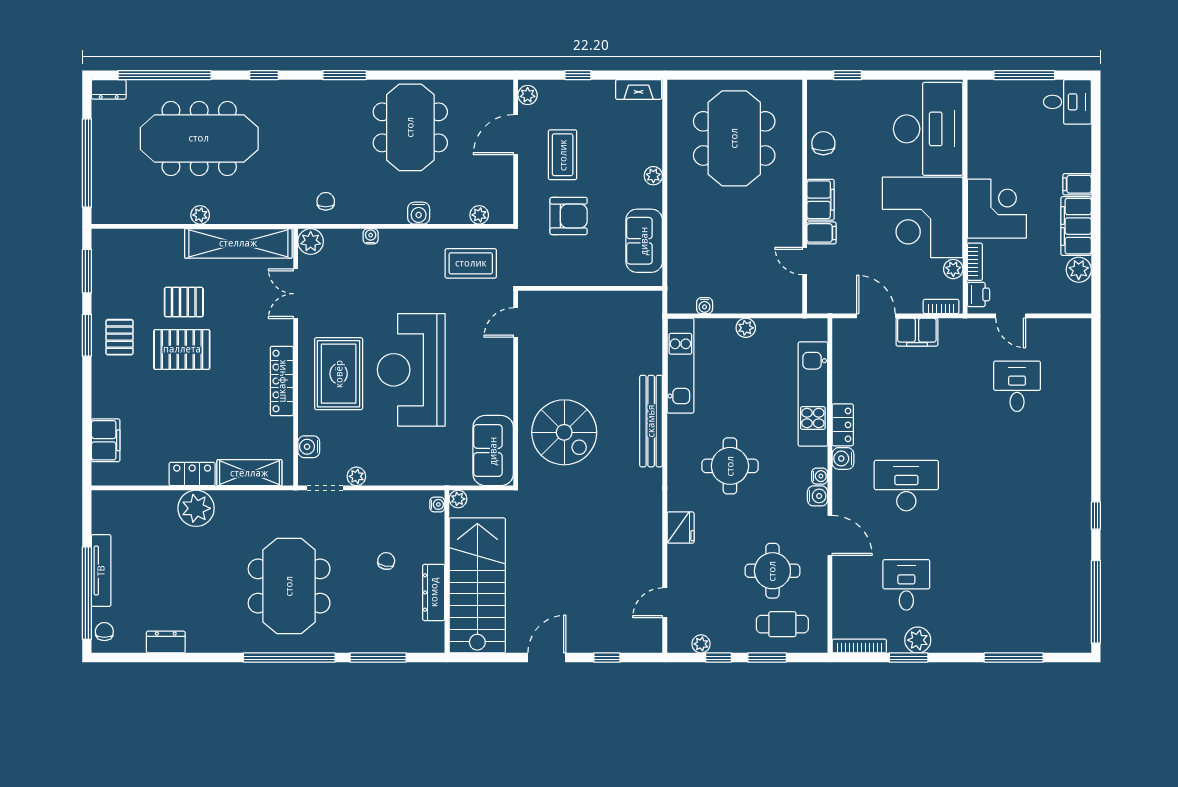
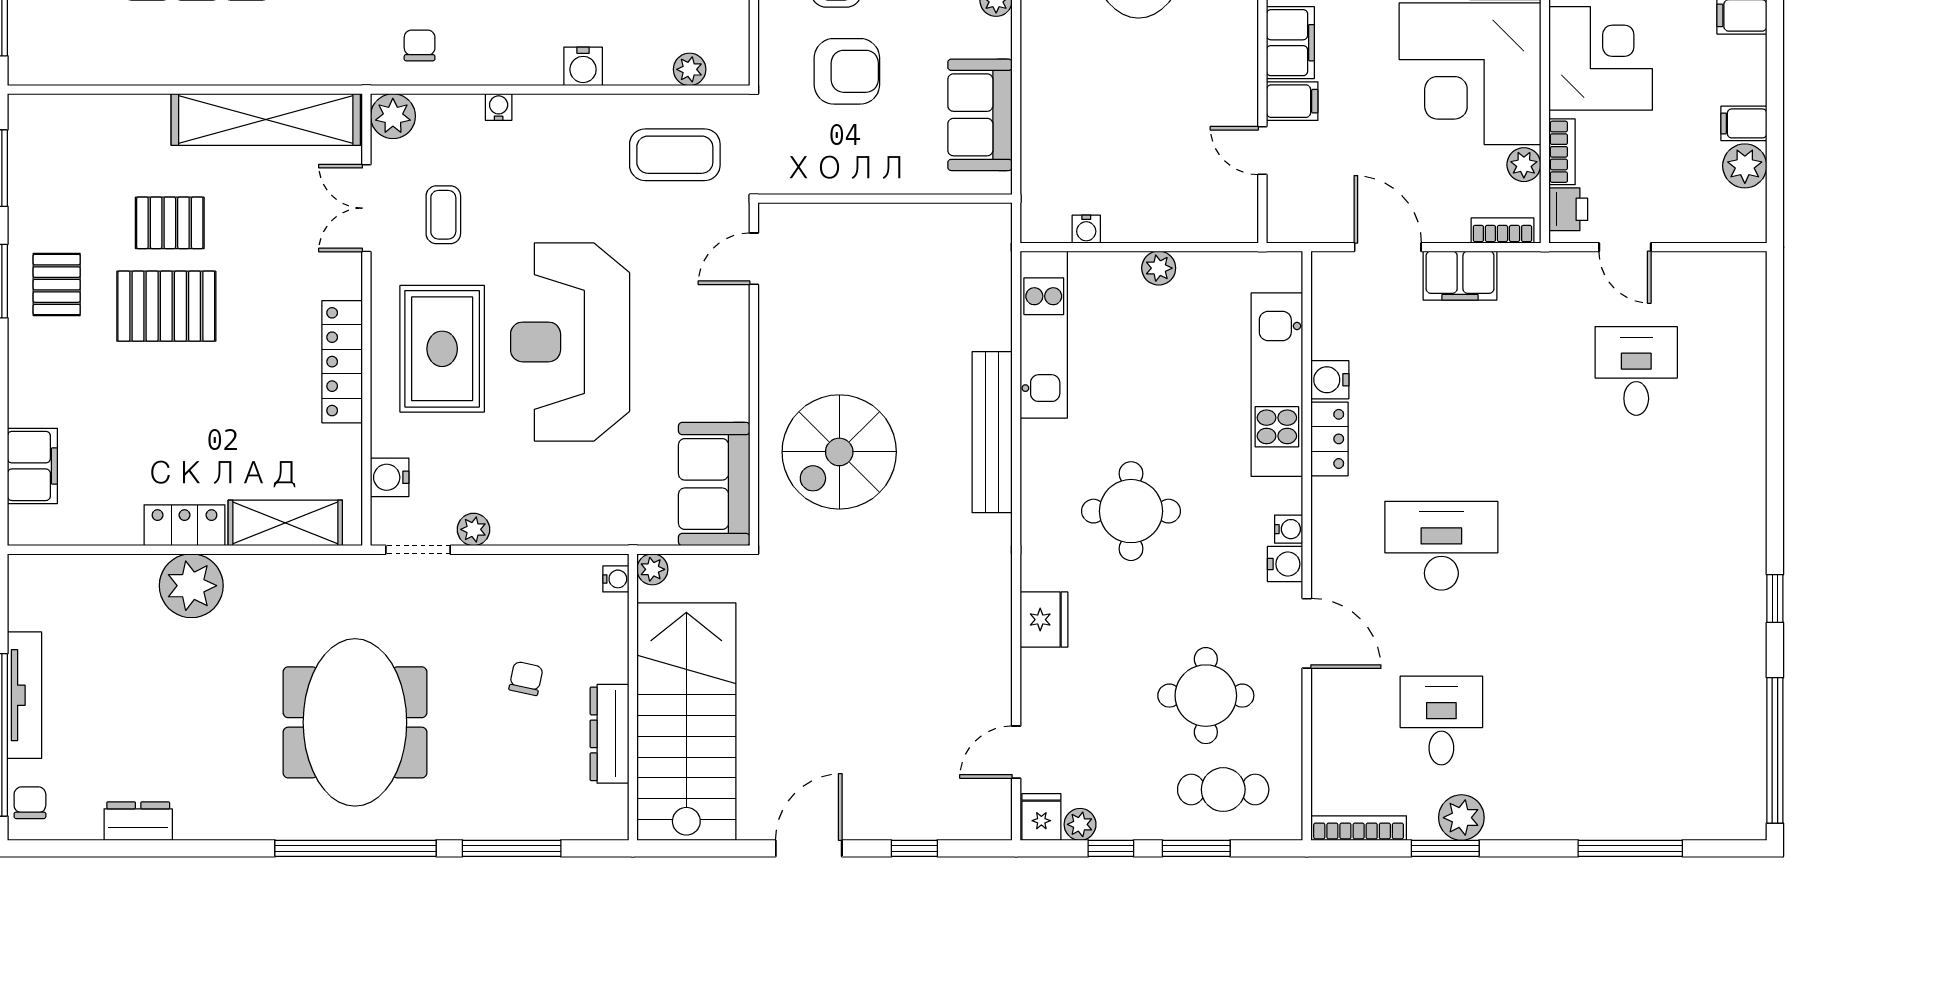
plant: (200, 215) -> (199, 69), removed
filing cabinet: (1076, 226) -> (1744, 123), width x0.33, depth x0.86
coffee table: (339, 297) -> (443, 215), added
spiral stairs: (564, 432) -> (839, 452), turned 90
water cooler: (843, 458) -> (1330, 380), moved
fridge: (679, 640) -> (1041, 817), added

